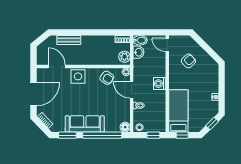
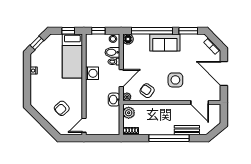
window: (86, 32) -> (169, 138), added
bidet: (140, 40) -> (112, 52), moved
door: (167, 45) -> (84, 125), swing flipped
washbasin: (138, 52) -> (114, 100), moved
side table: (78, 76) -> (175, 80), moved
washing machine: (160, 84) -> (92, 73), moved
door: (132, 90) -> (121, 78), hinge flipped
door: (33, 94) -> (224, 74), hinge flipped
sofa: (85, 124) -> (165, 43), width x0.73

